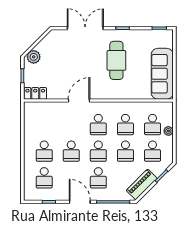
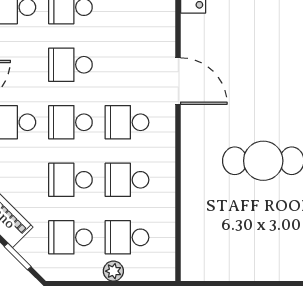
sofa: (162, 74) -> (235, 258), removed

